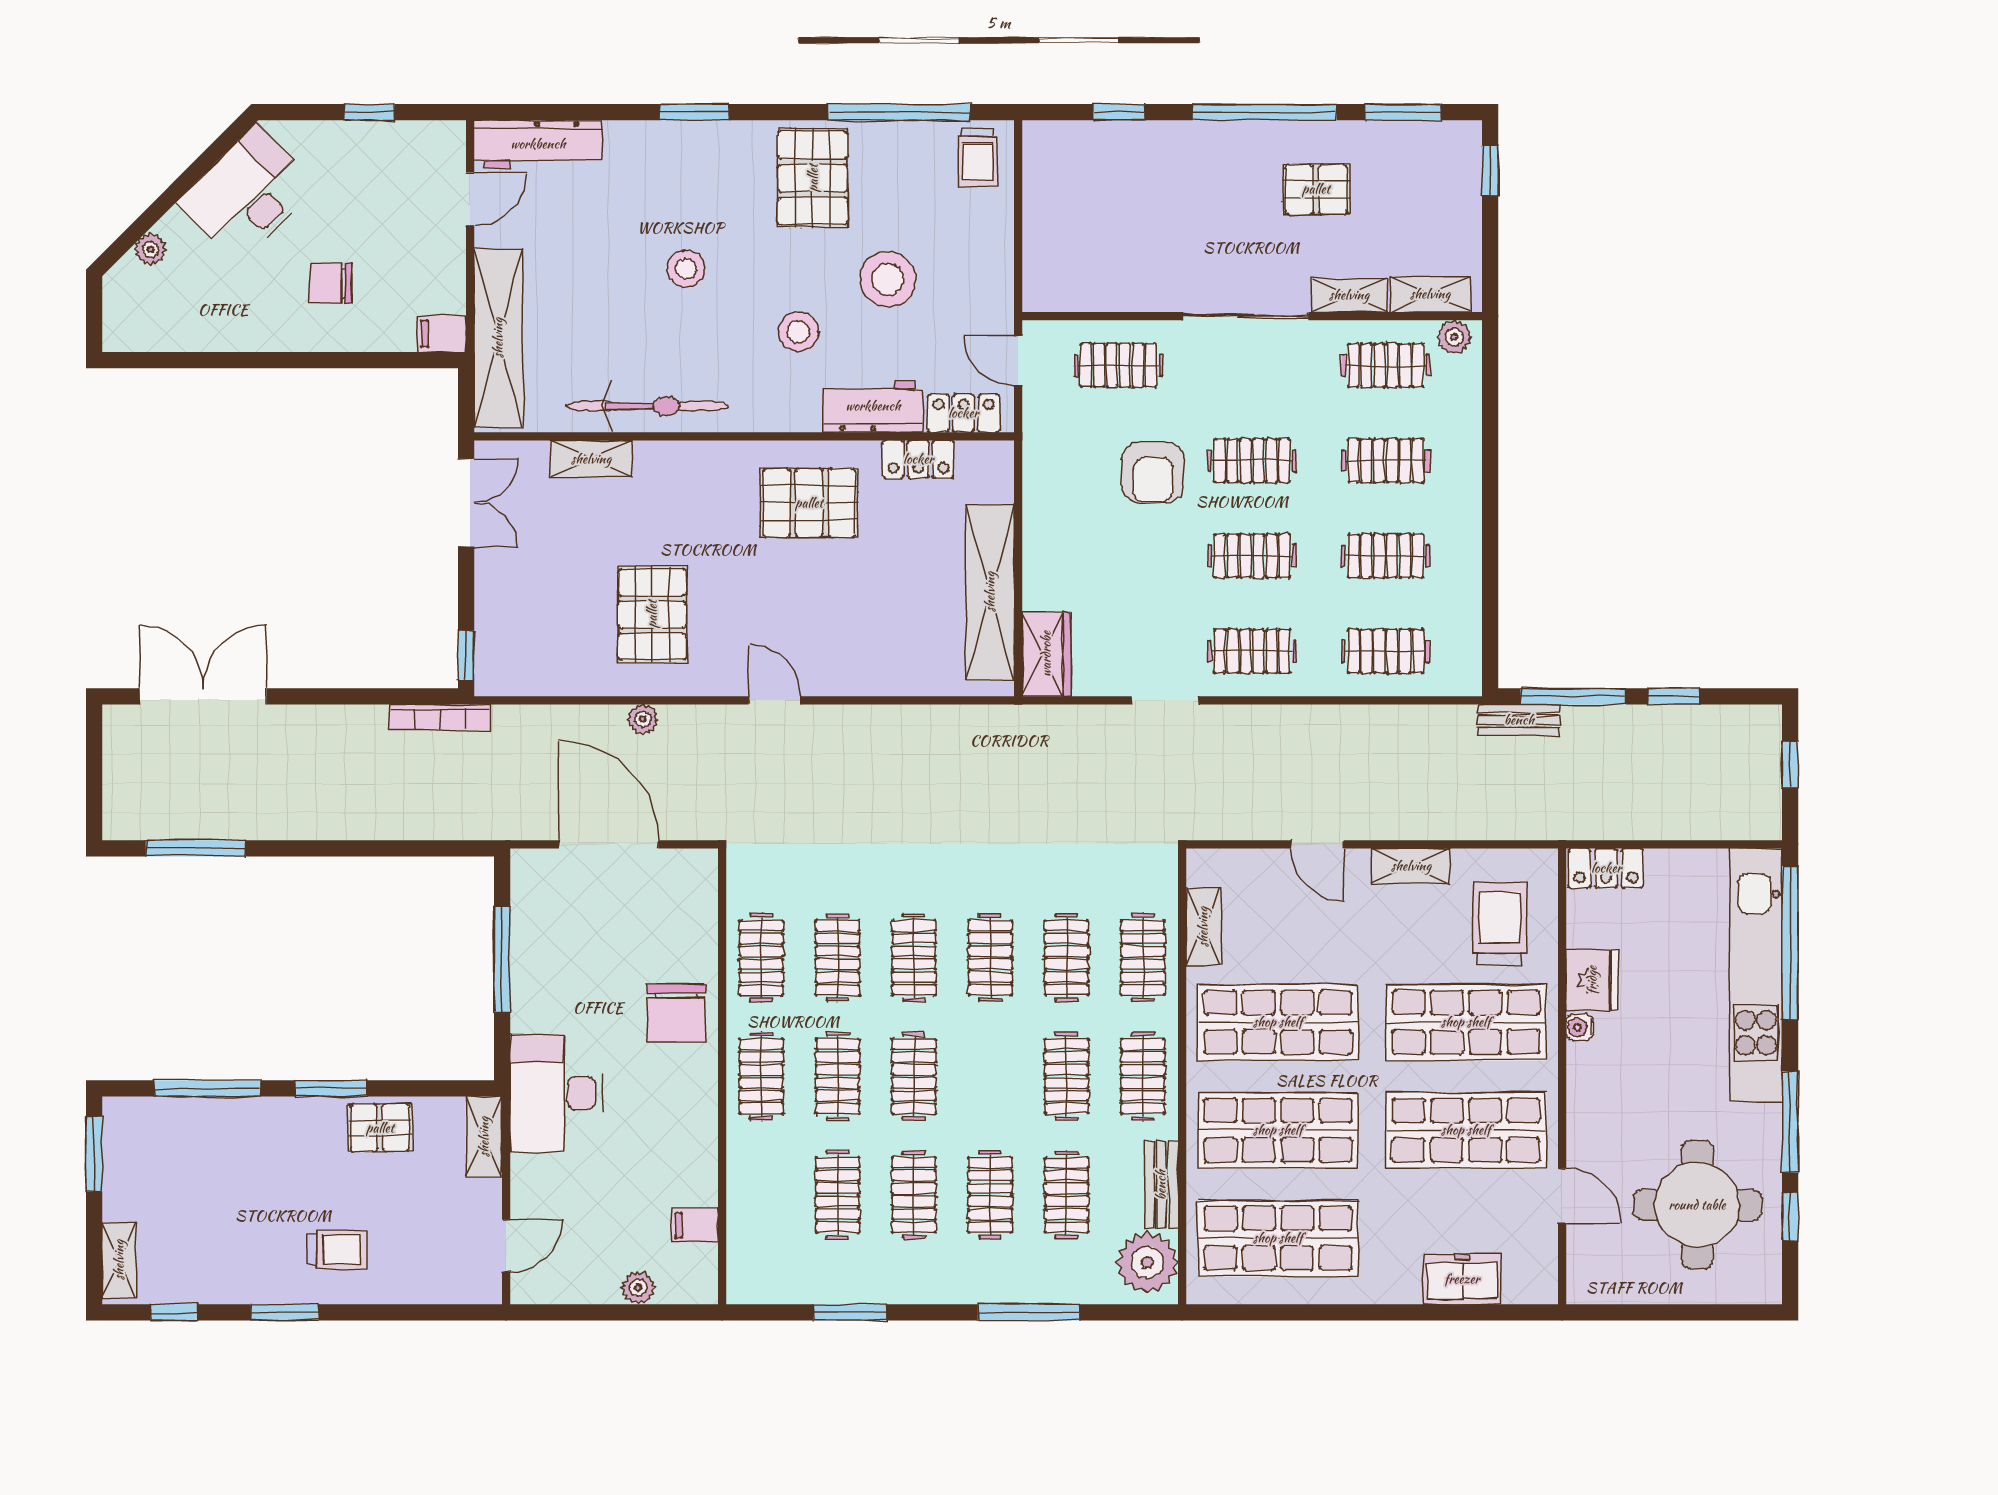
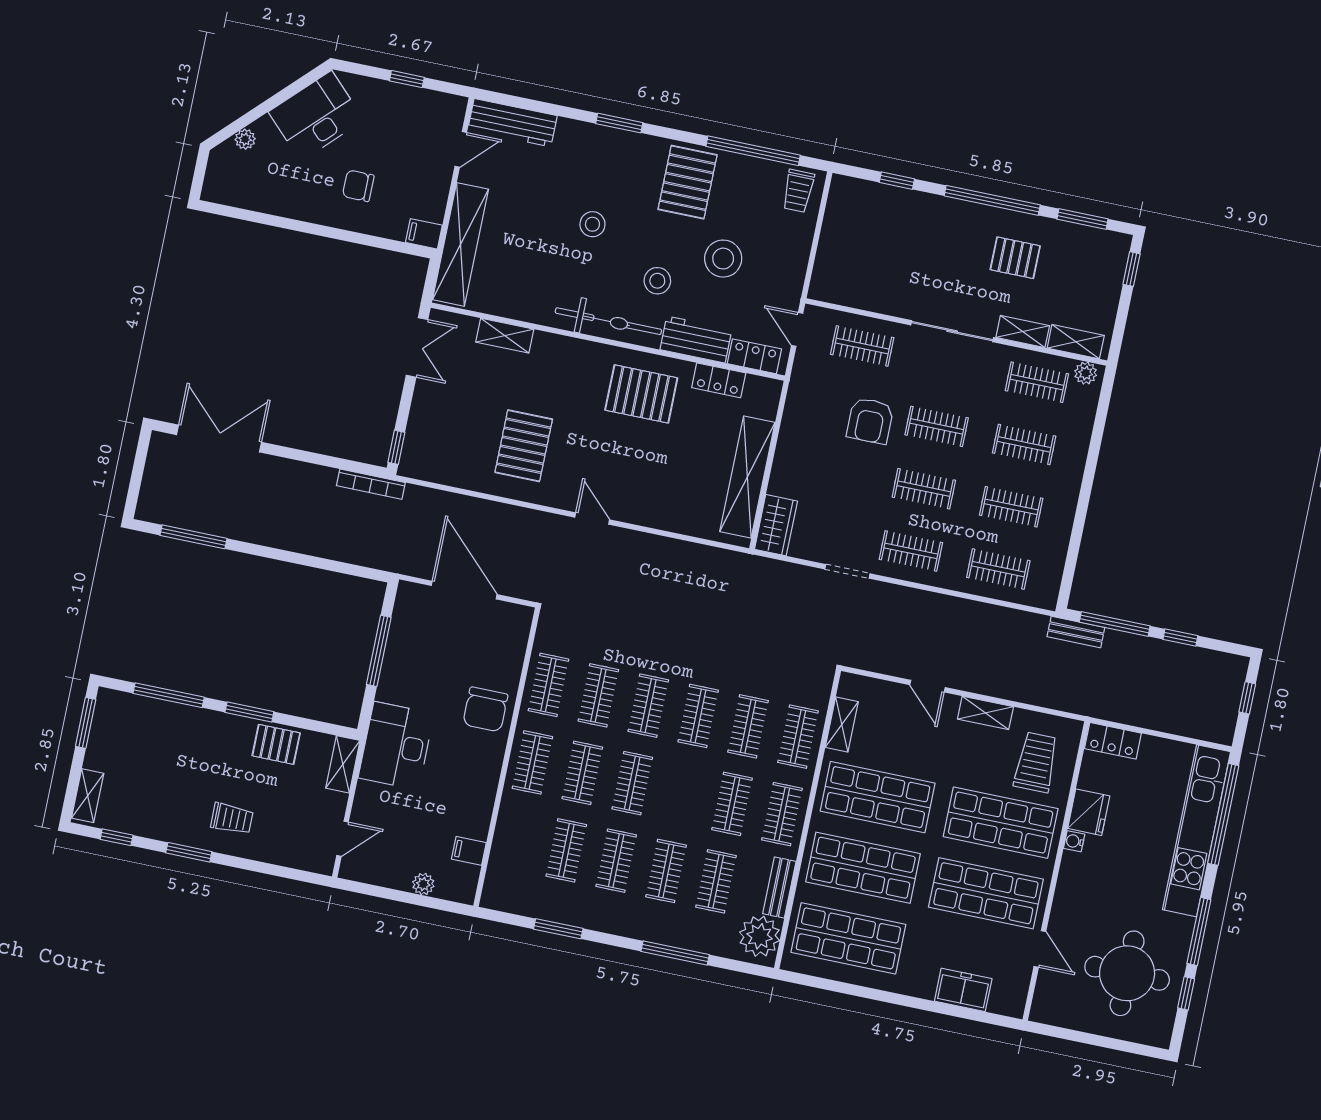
bicycle: (647, 406) -> (608, 321), moved
plant: (643, 719) -> (503, 513), removed

